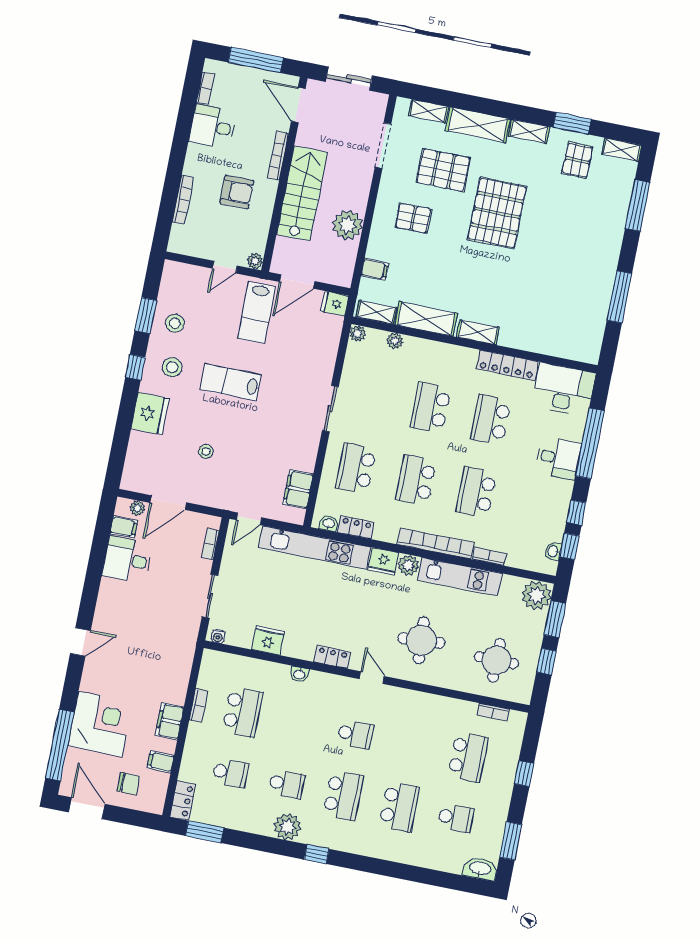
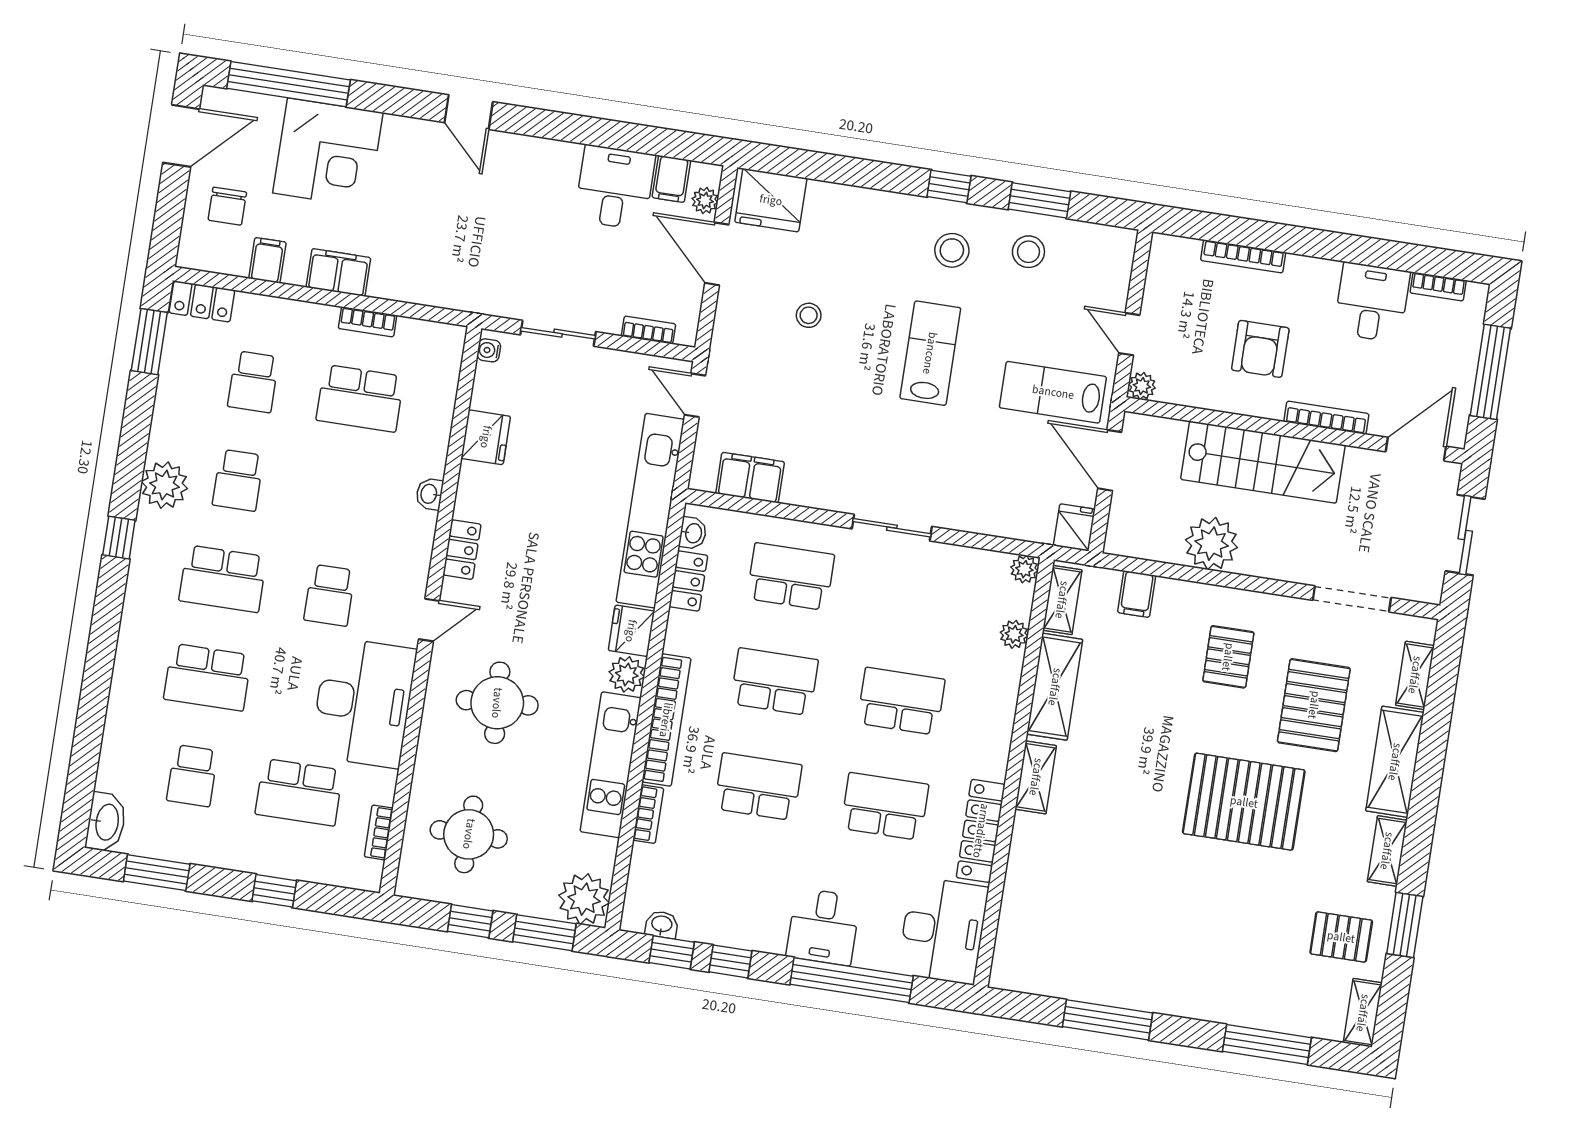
fridge: (150, 414) -> (771, 200), moved
desk: (418, 717) -> (363, 702), added

